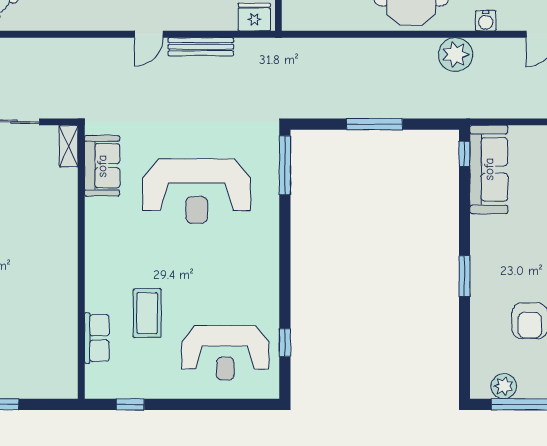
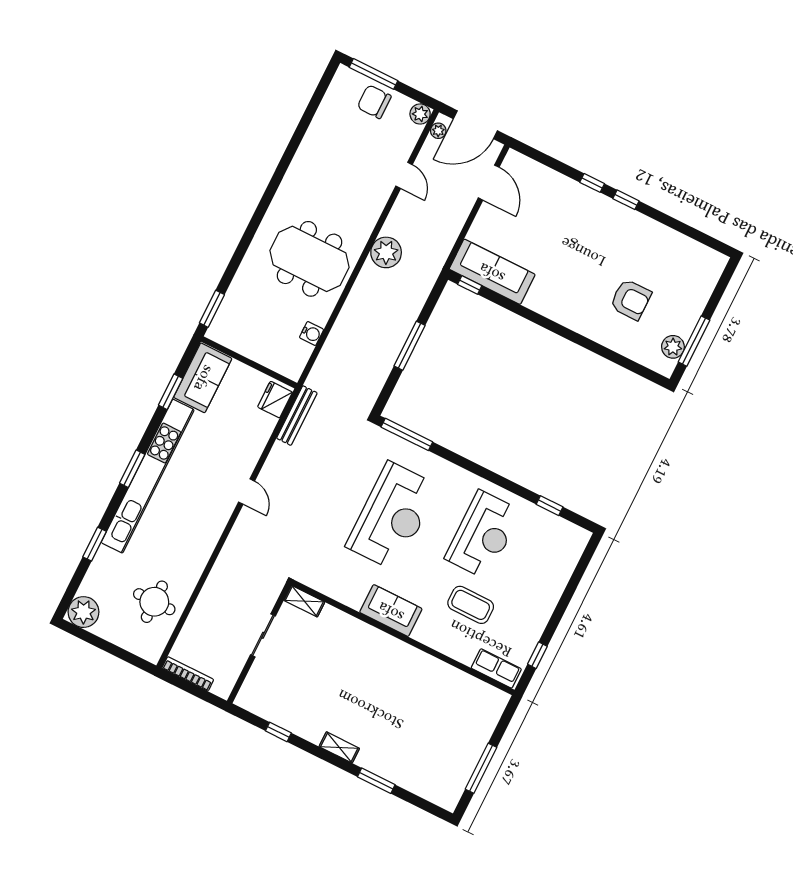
water cooler: (486, 21) -> (312, 334), moved
bench: (201, 47) -> (297, 416), moved
sofa: (102, 166) -> (391, 611), moved
window: (465, 276) -> (568, 334), removed
row of seats: (97, 338) -> (496, 668), moved
reception desk: (225, 353) -> (483, 535), moved

